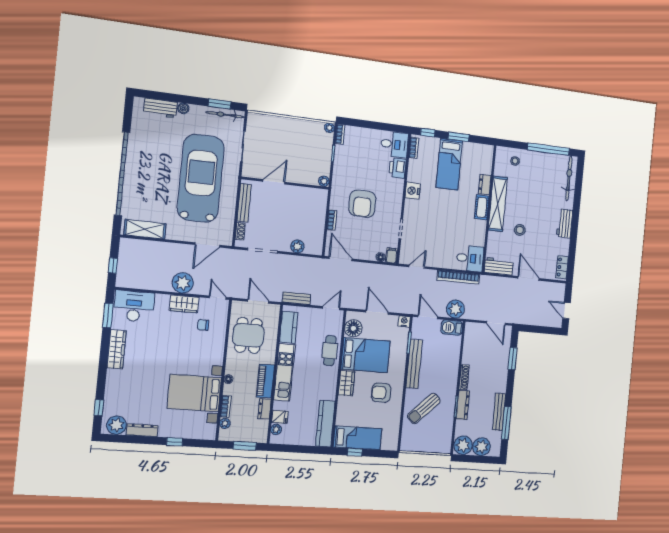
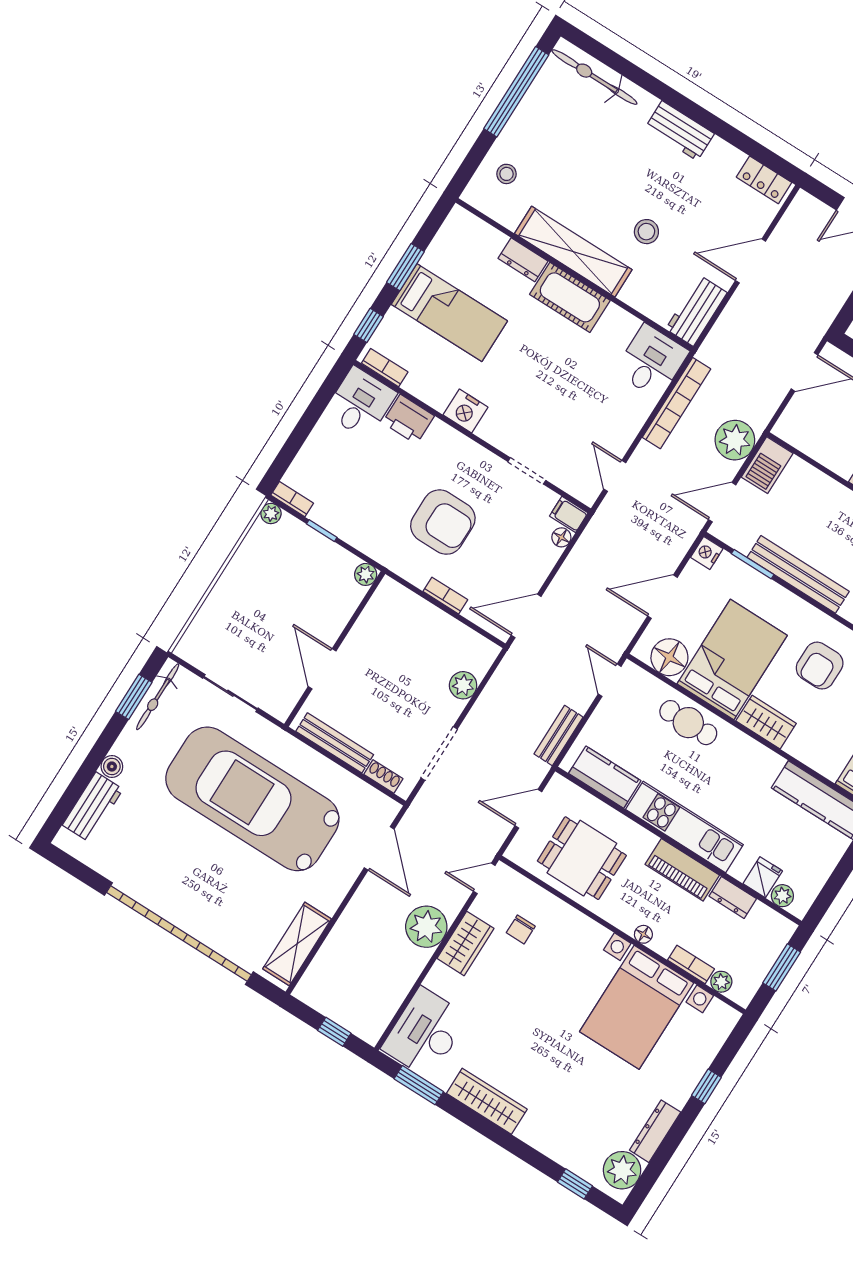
cot: (482, 207) -> (570, 297), width x1.37, depth x1.34

